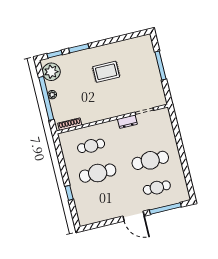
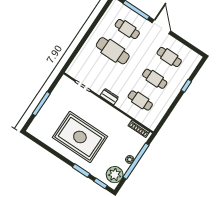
rug: (106, 72) -> (80, 137), width x1.86, depth x2.06
dresser: (127, 122) -> (109, 97), moved
cafe table: (98, 173) -> (155, 79), width x0.73, depth x0.74
cafe table: (104, 200) -> (169, 57), added

